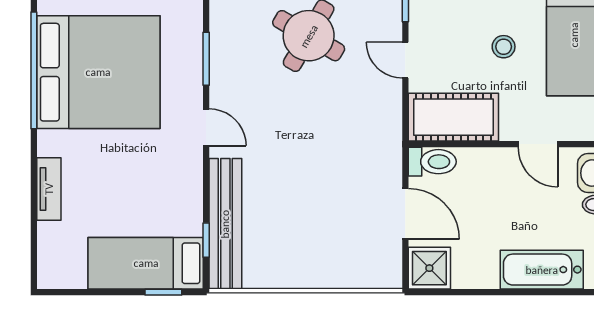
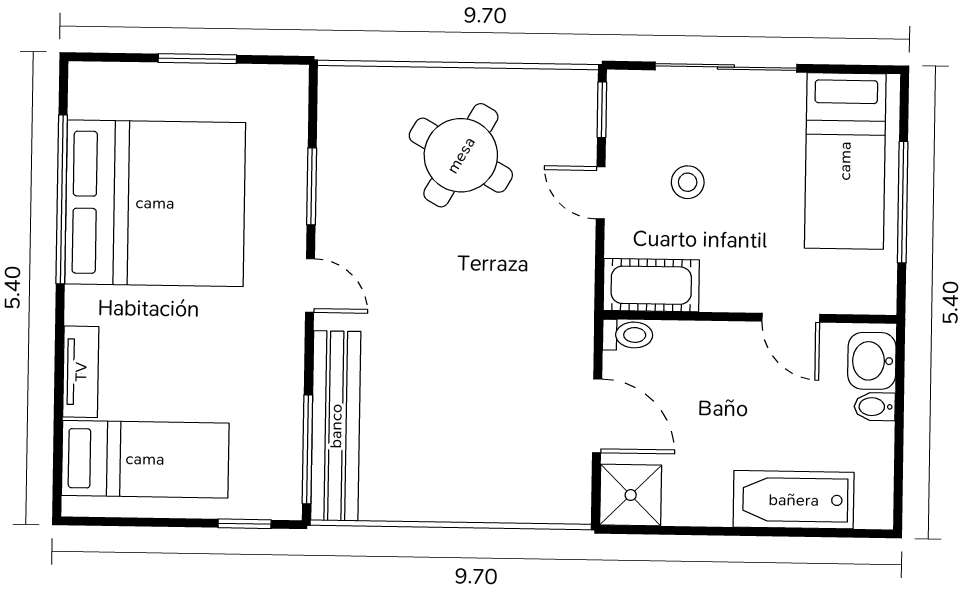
stool: (504, 47) -> (688, 182), moved
cot: (453, 117) -> (651, 285), width x0.73, depth x0.75
toilet: (432, 162) -> (628, 335), width x0.73, depth x0.72
window: (206, 240) -> (307, 449), width x2.17
bed: (146, 263) -> (145, 459), moved, turned 180

